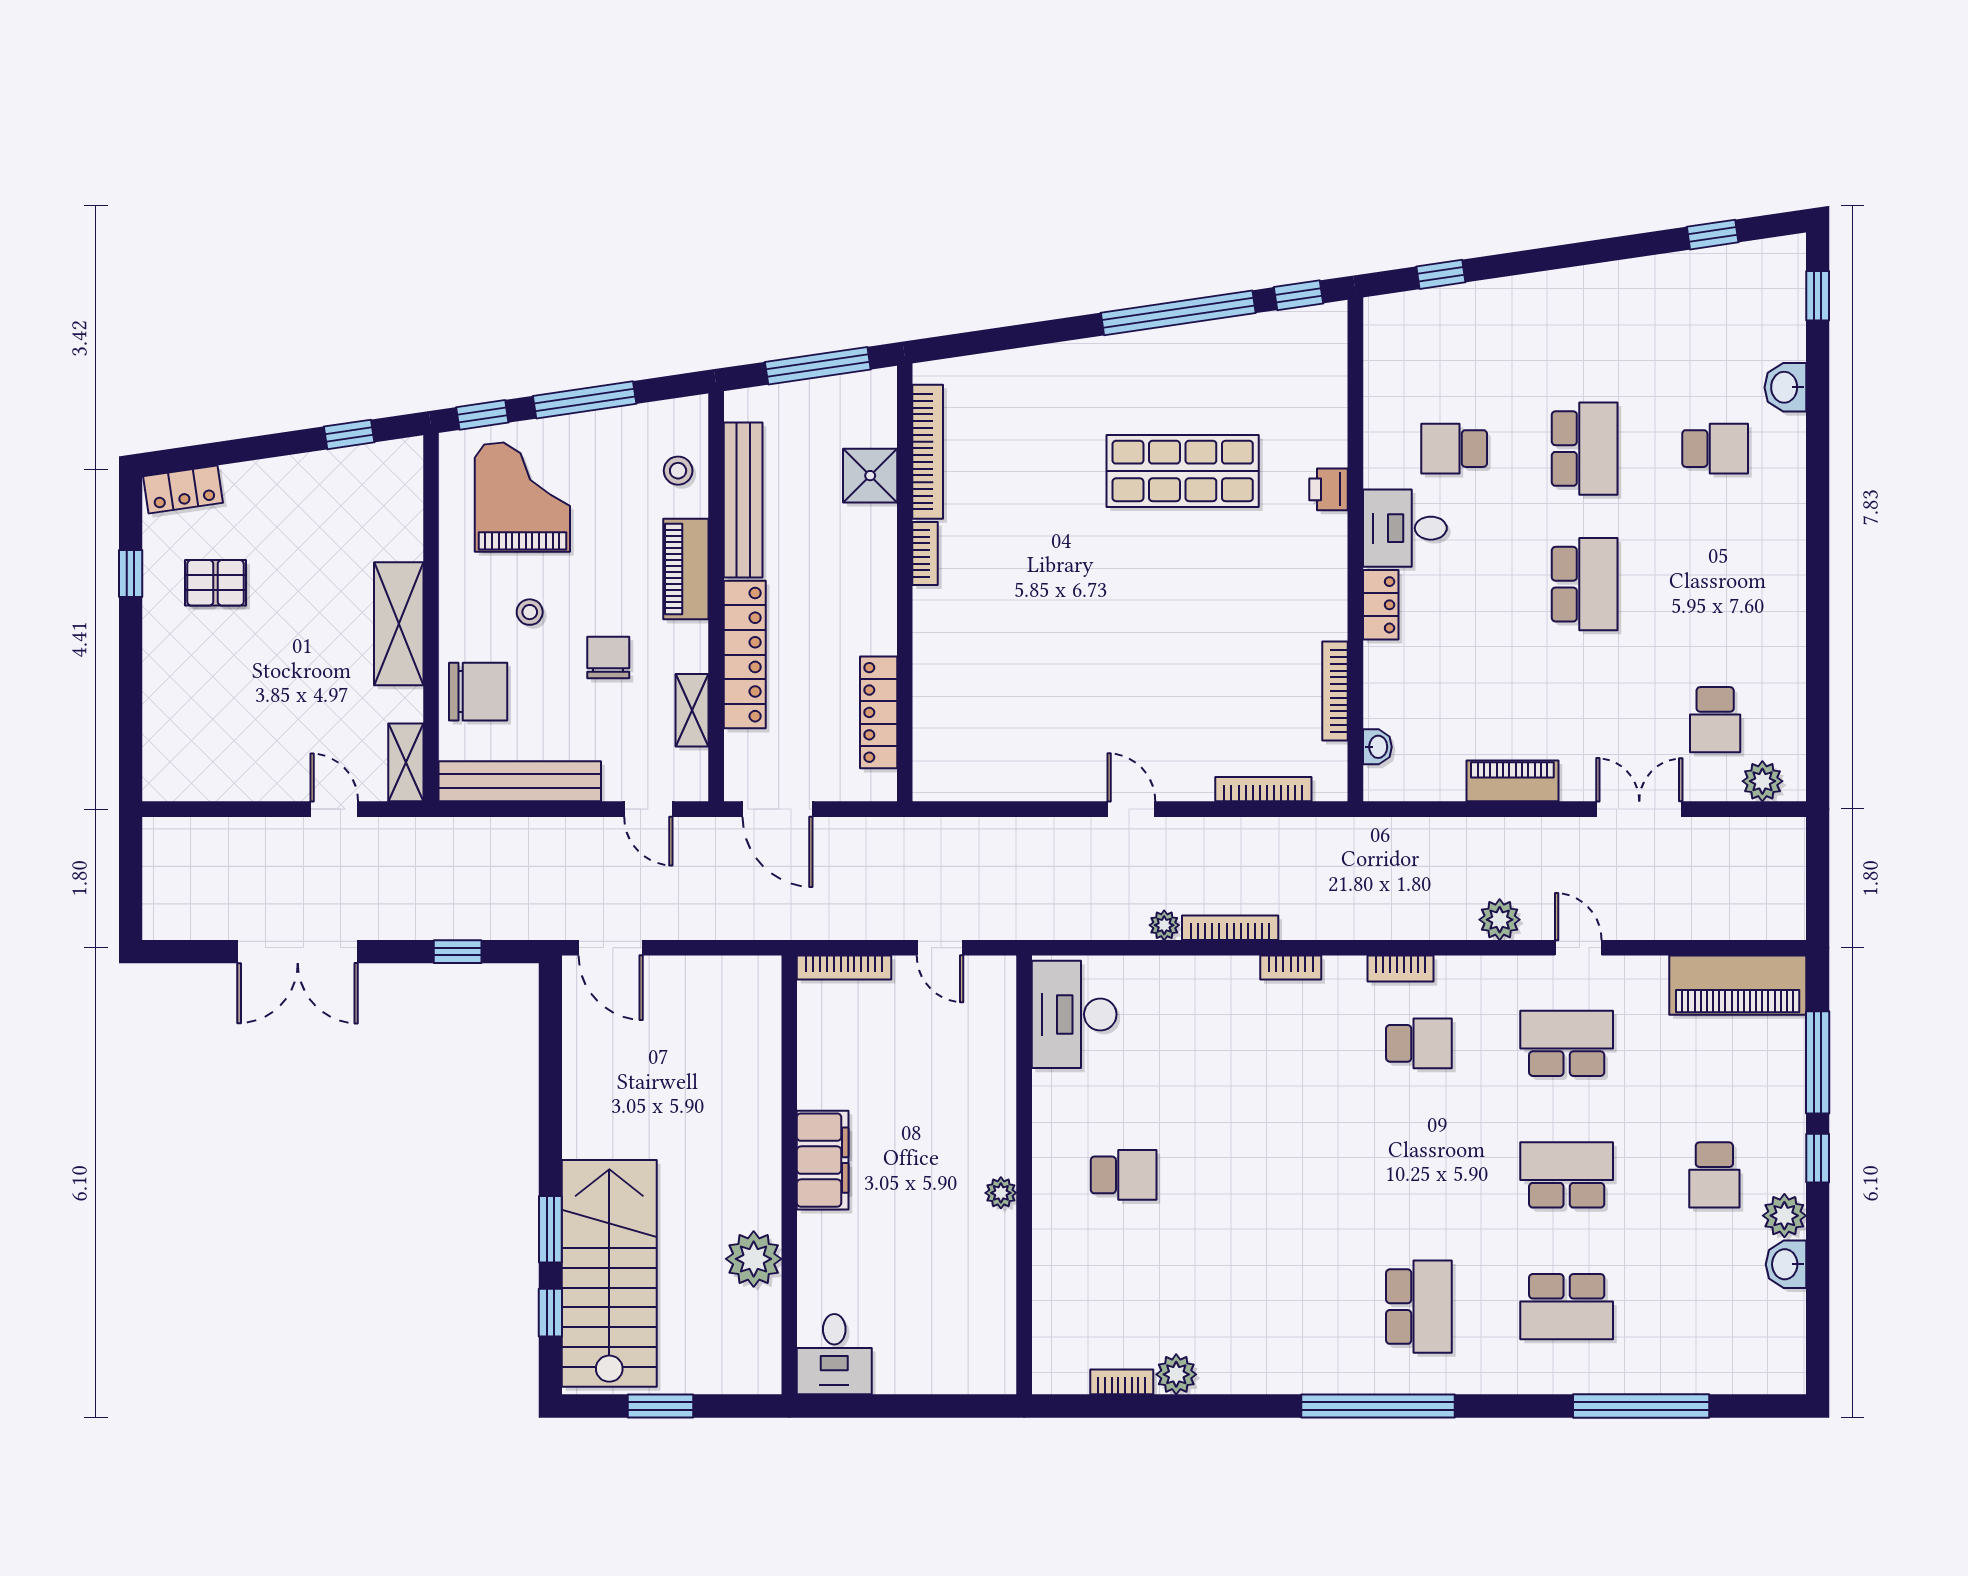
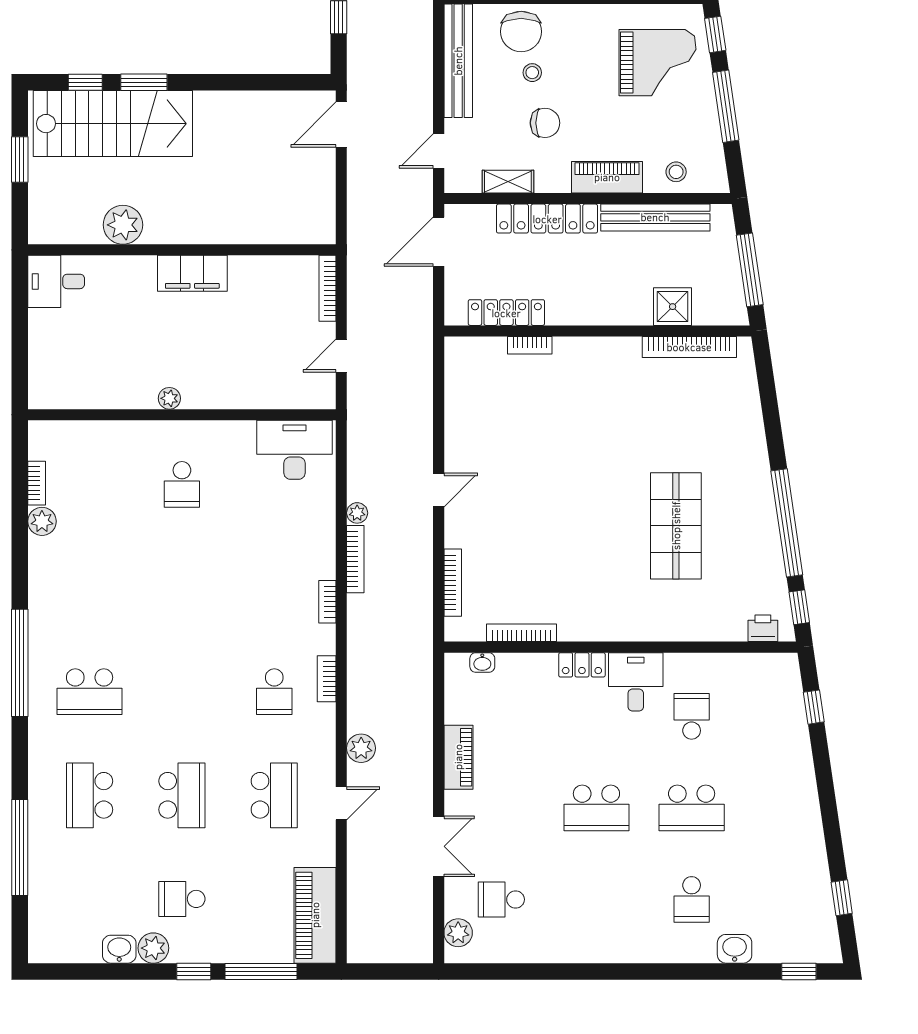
printer: (1329, 489) -> (763, 628), moved
bookcase: (925, 553) -> (530, 345), moved
stool: (530, 612) -> (532, 73), moved

